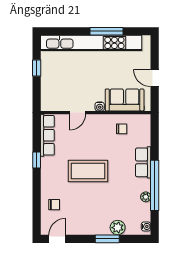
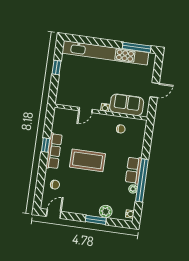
window: (106, 31) -> (137, 47), moved
door: (155, 78) -> (155, 90), swing flipped
row of seats: (47, 135) -> (54, 151), moved
row of seats: (143, 162) -> (133, 170), moved

